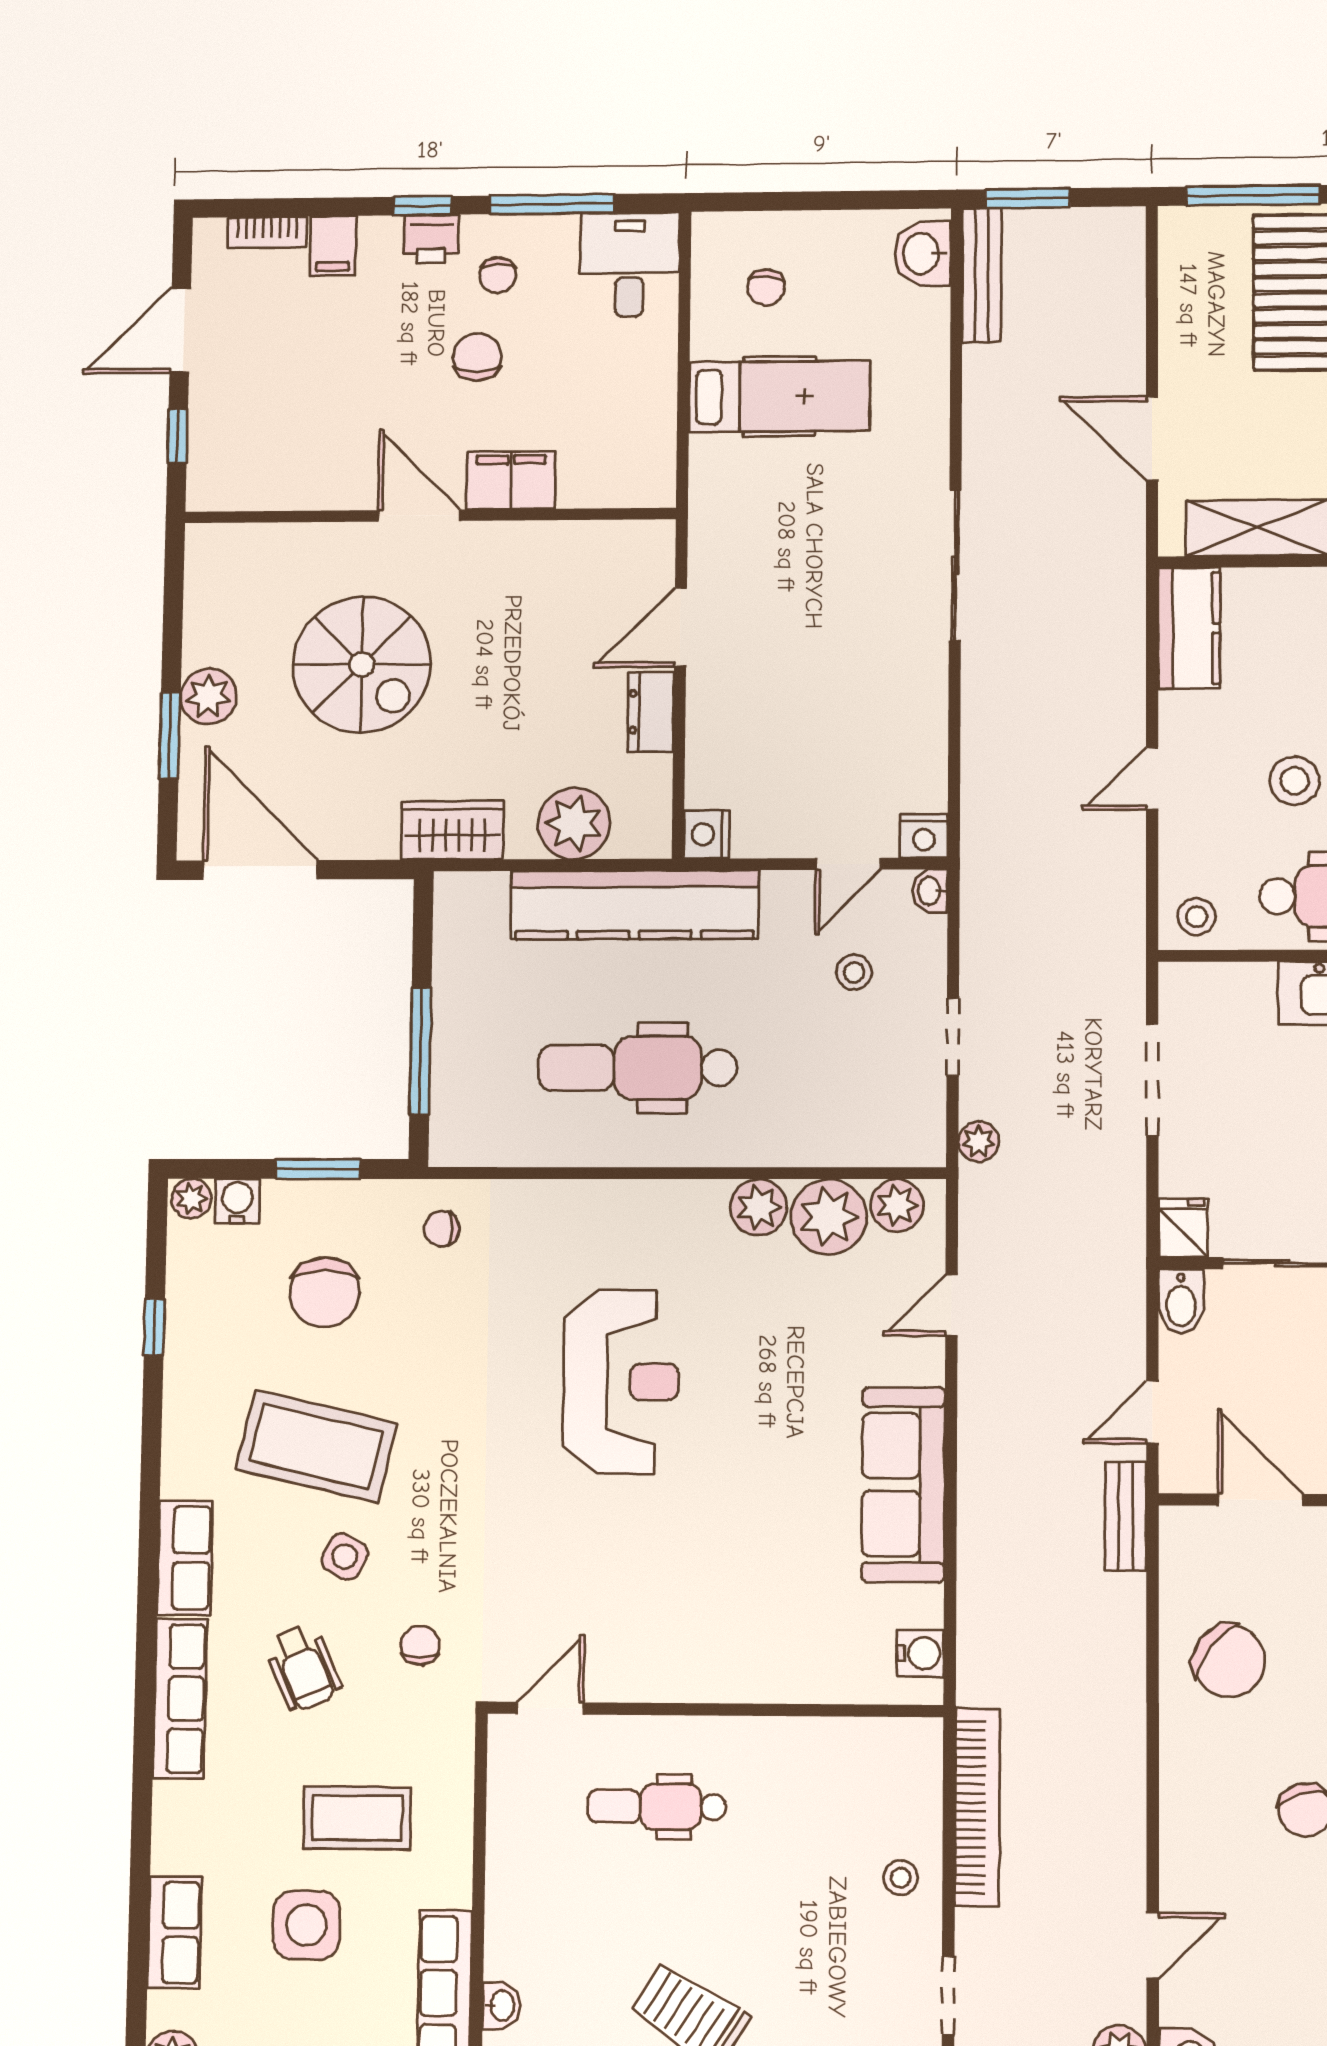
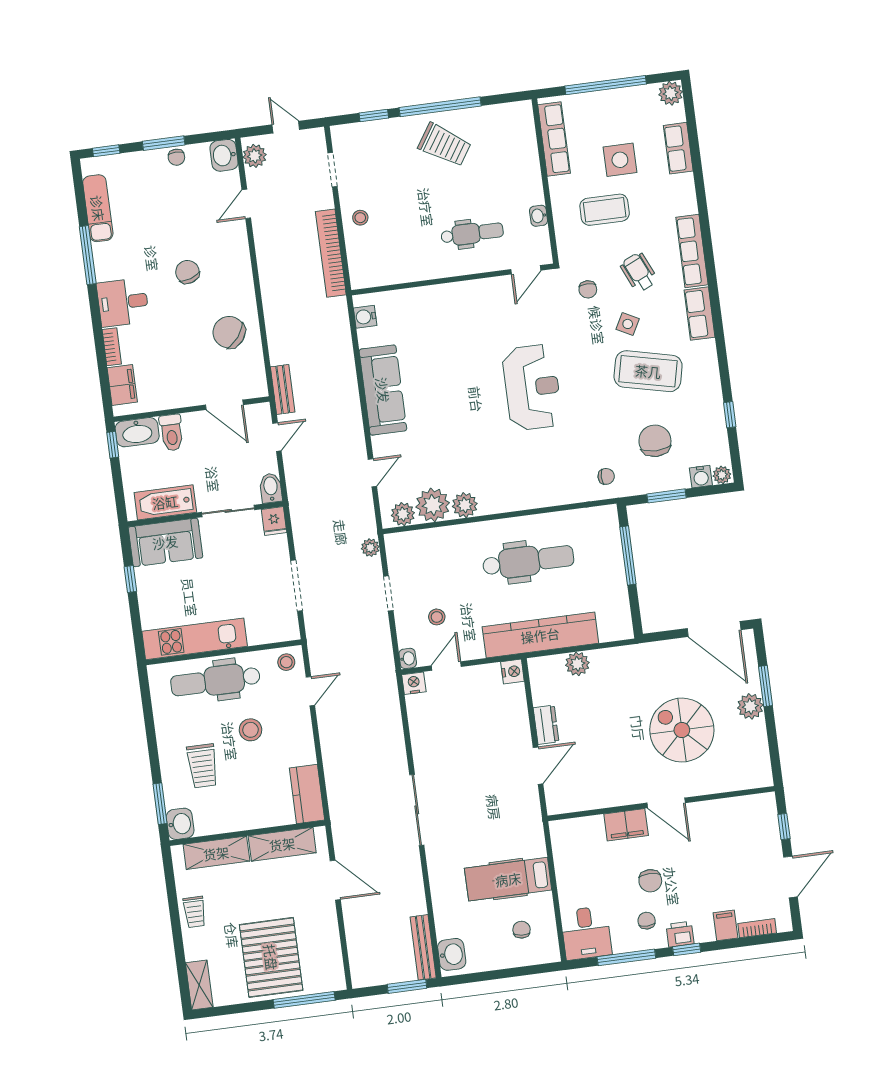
door: (1152, 778) -> (310, 691), moved
plant: (574, 823) -> (577, 664), width x0.73, depth x0.73
wardrobe: (452, 830) -> (629, 659), removed
reception desk: (621, 1382) -> (532, 387), moved, turned 180
washbasin: (501, 2006) -> (539, 216), moved

